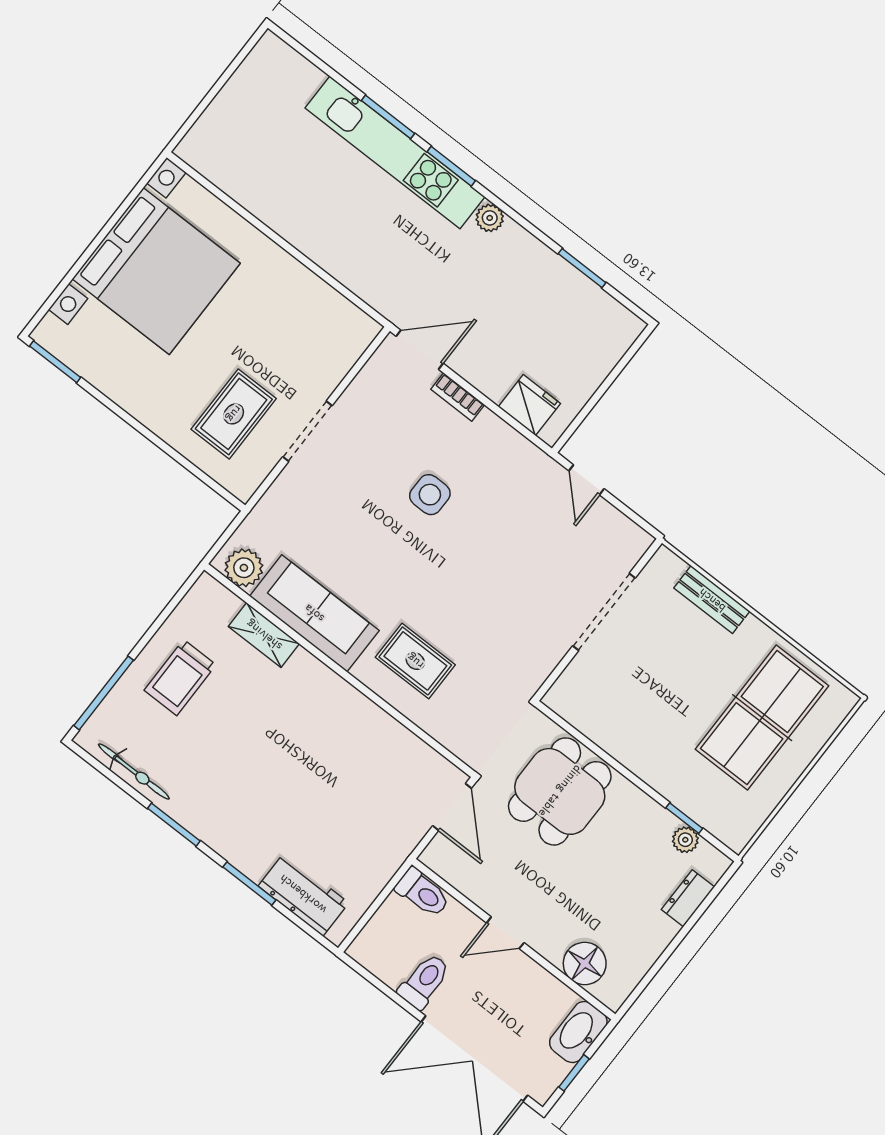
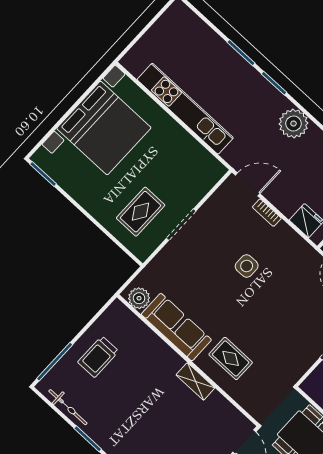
kitchen unit: (395, 152) -> (185, 109), moved, turned 180
plant: (490, 218) -> (294, 124), width x1.88, depth x1.88
shelving: (264, 635) -> (195, 381), moved

